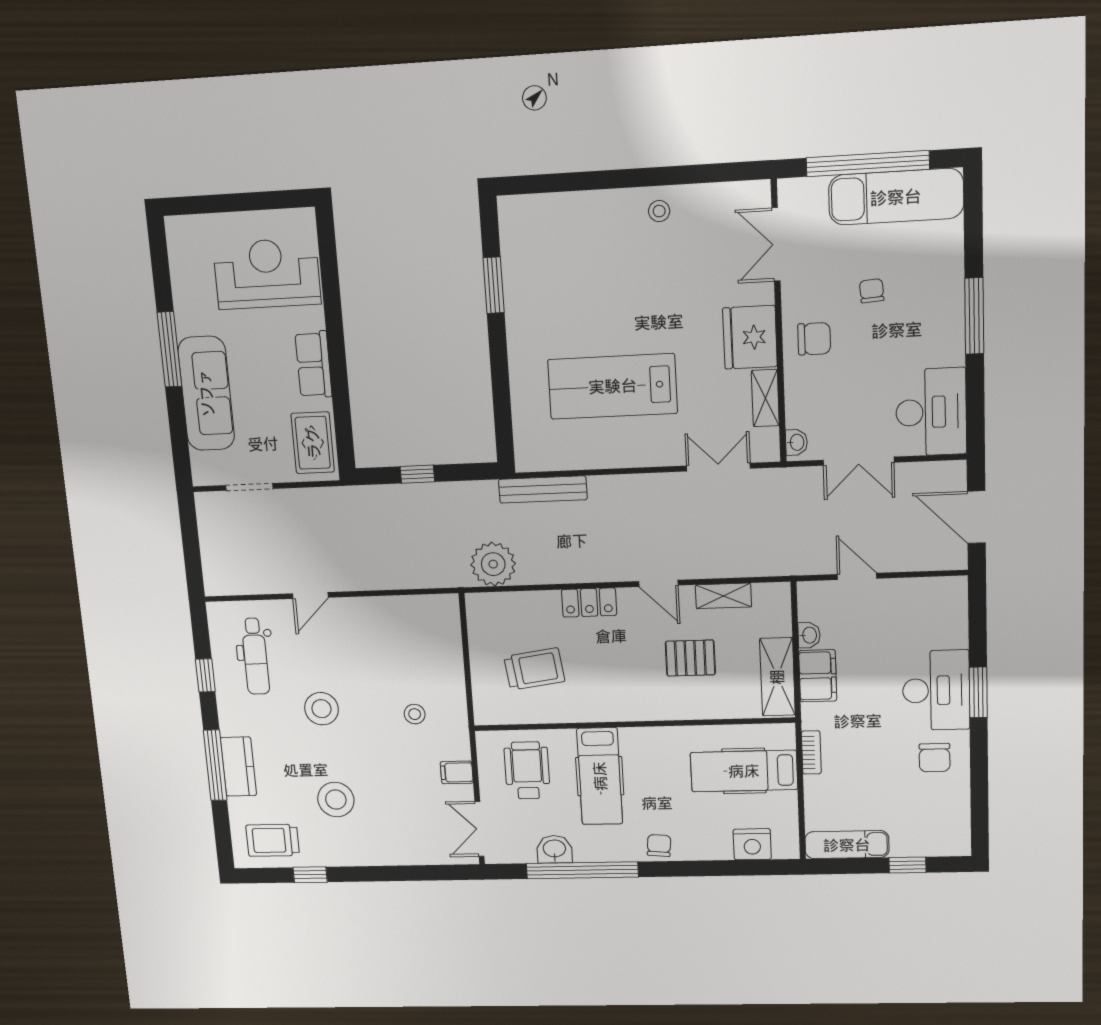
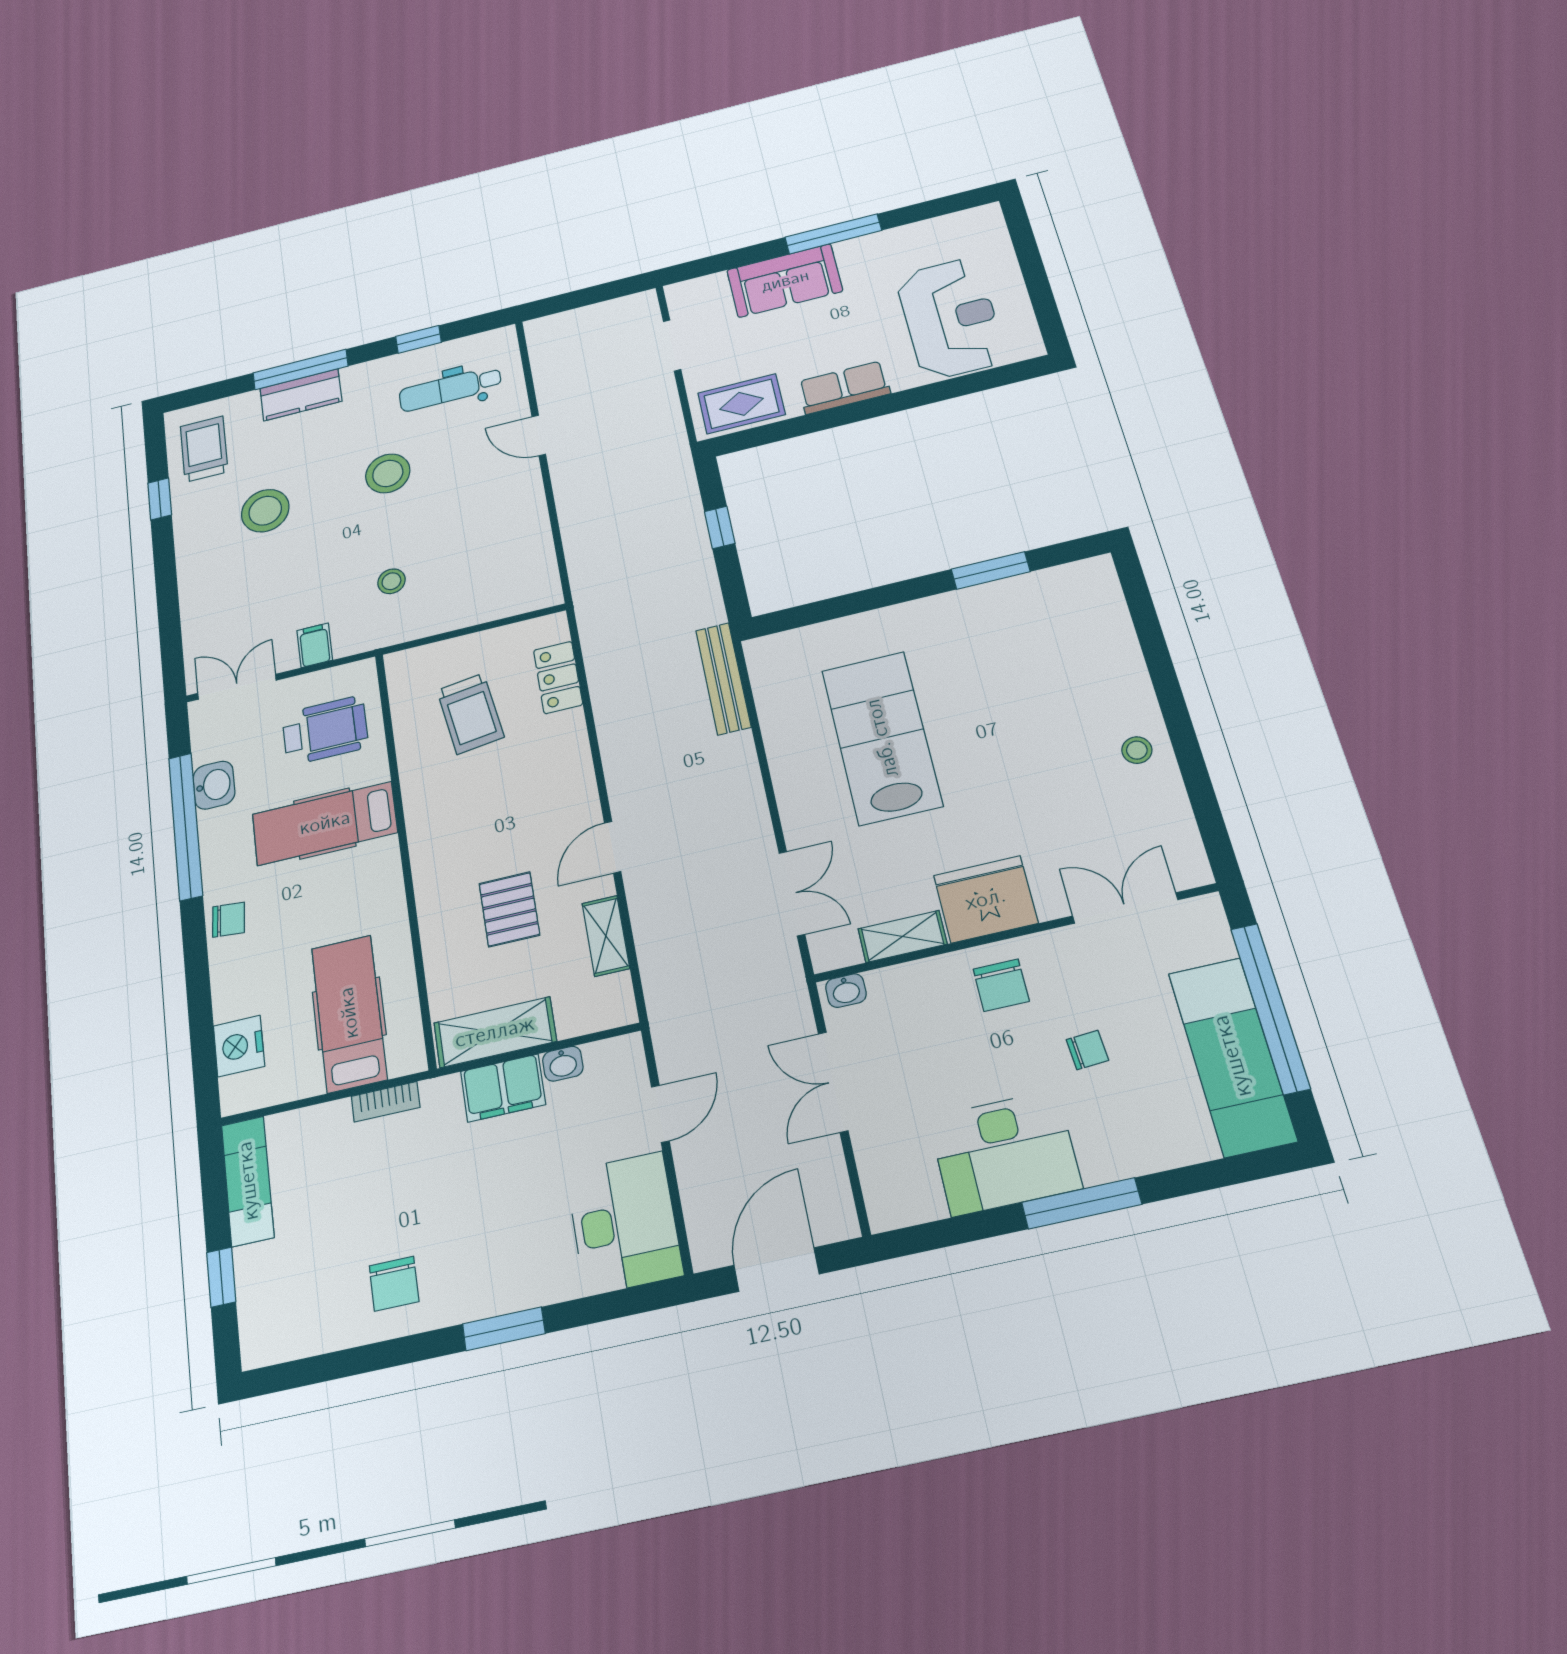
sofa: (206, 393) -> (785, 281), width x0.73
desk: (931, 412) -> (1005, 1153), moved
plant: (493, 564) -> (611, 637), removed
locker: (589, 603) -> (558, 677), moved
desk: (936, 690) -> (624, 1223), moved, turned -90
chair: (935, 758) -> (394, 1284), turned -90

